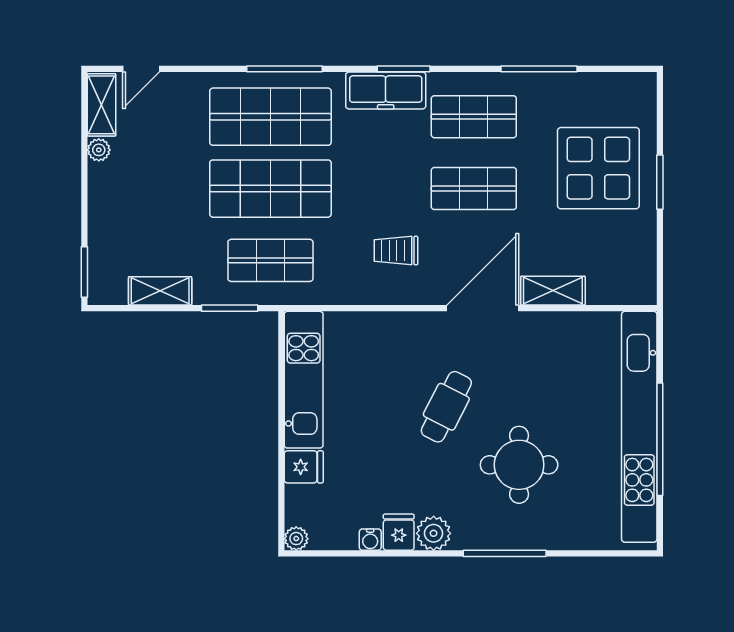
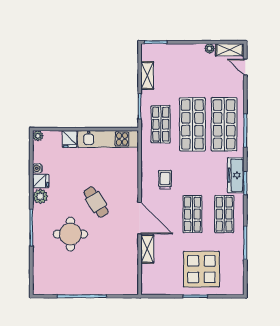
cafe table: (446, 407) -> (96, 202), turned 31
kitchen unit: (639, 427) -> (87, 287), removed

